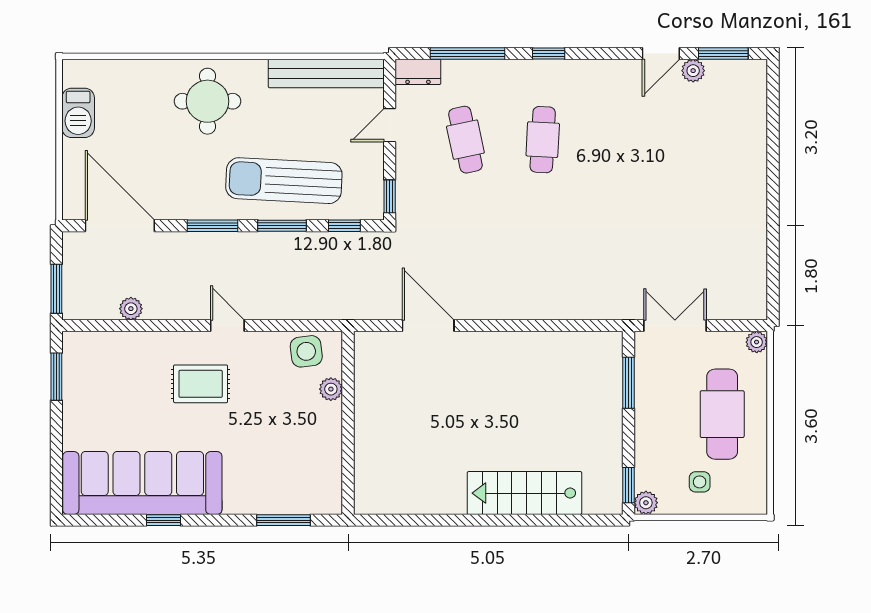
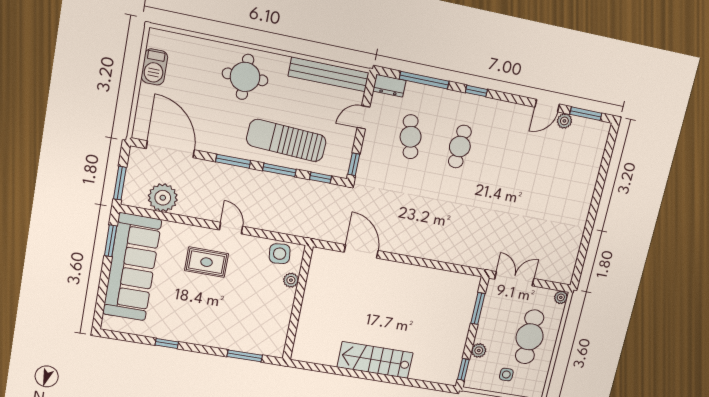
plant: (131, 309) -> (163, 198), width x1.87, depth x1.87
sofa: (142, 483) -> (132, 267), moved, turned 90
stairs: (524, 493) -> (375, 360), moved
plant: (646, 503) -> (479, 351), moved

